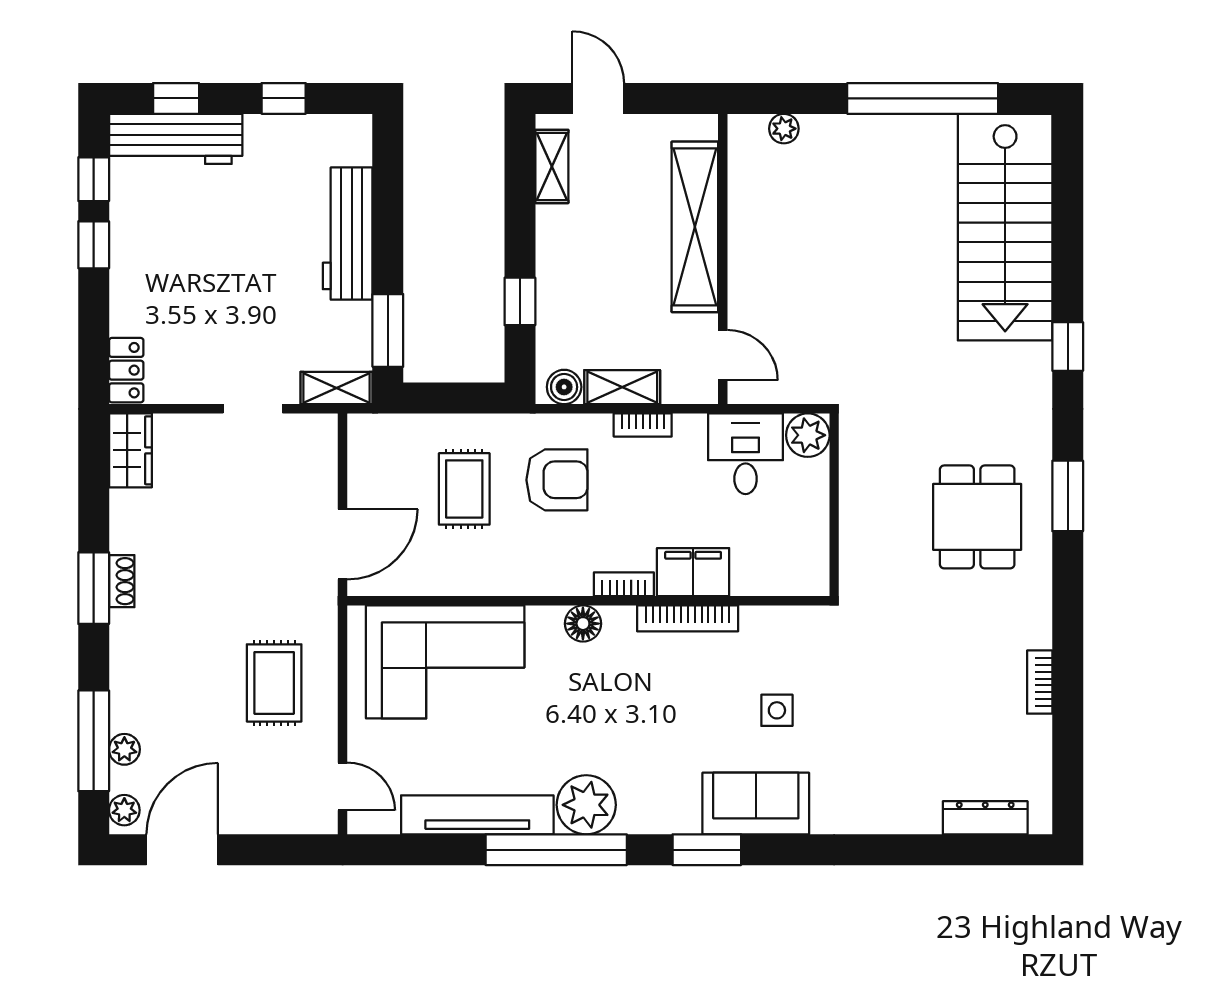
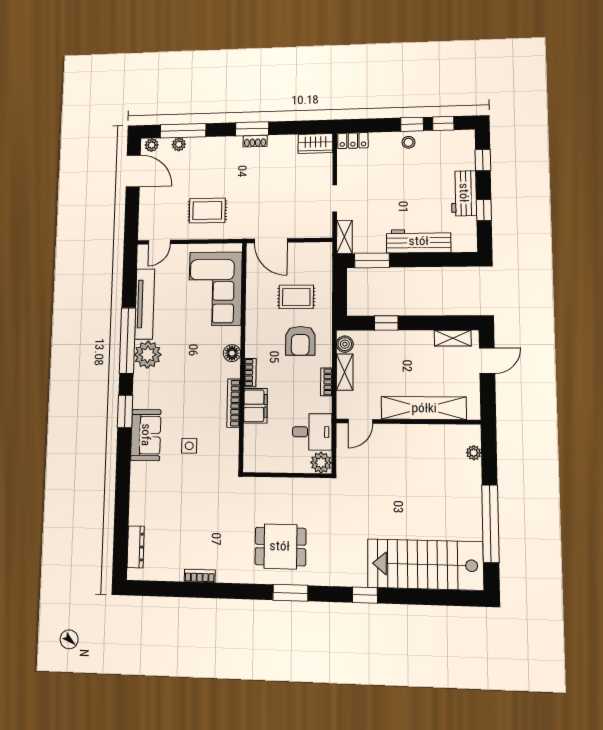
workbench: (176, 139) -> (464, 193), moved, width x0.73
stool: (133, 253) -> (408, 142), added

